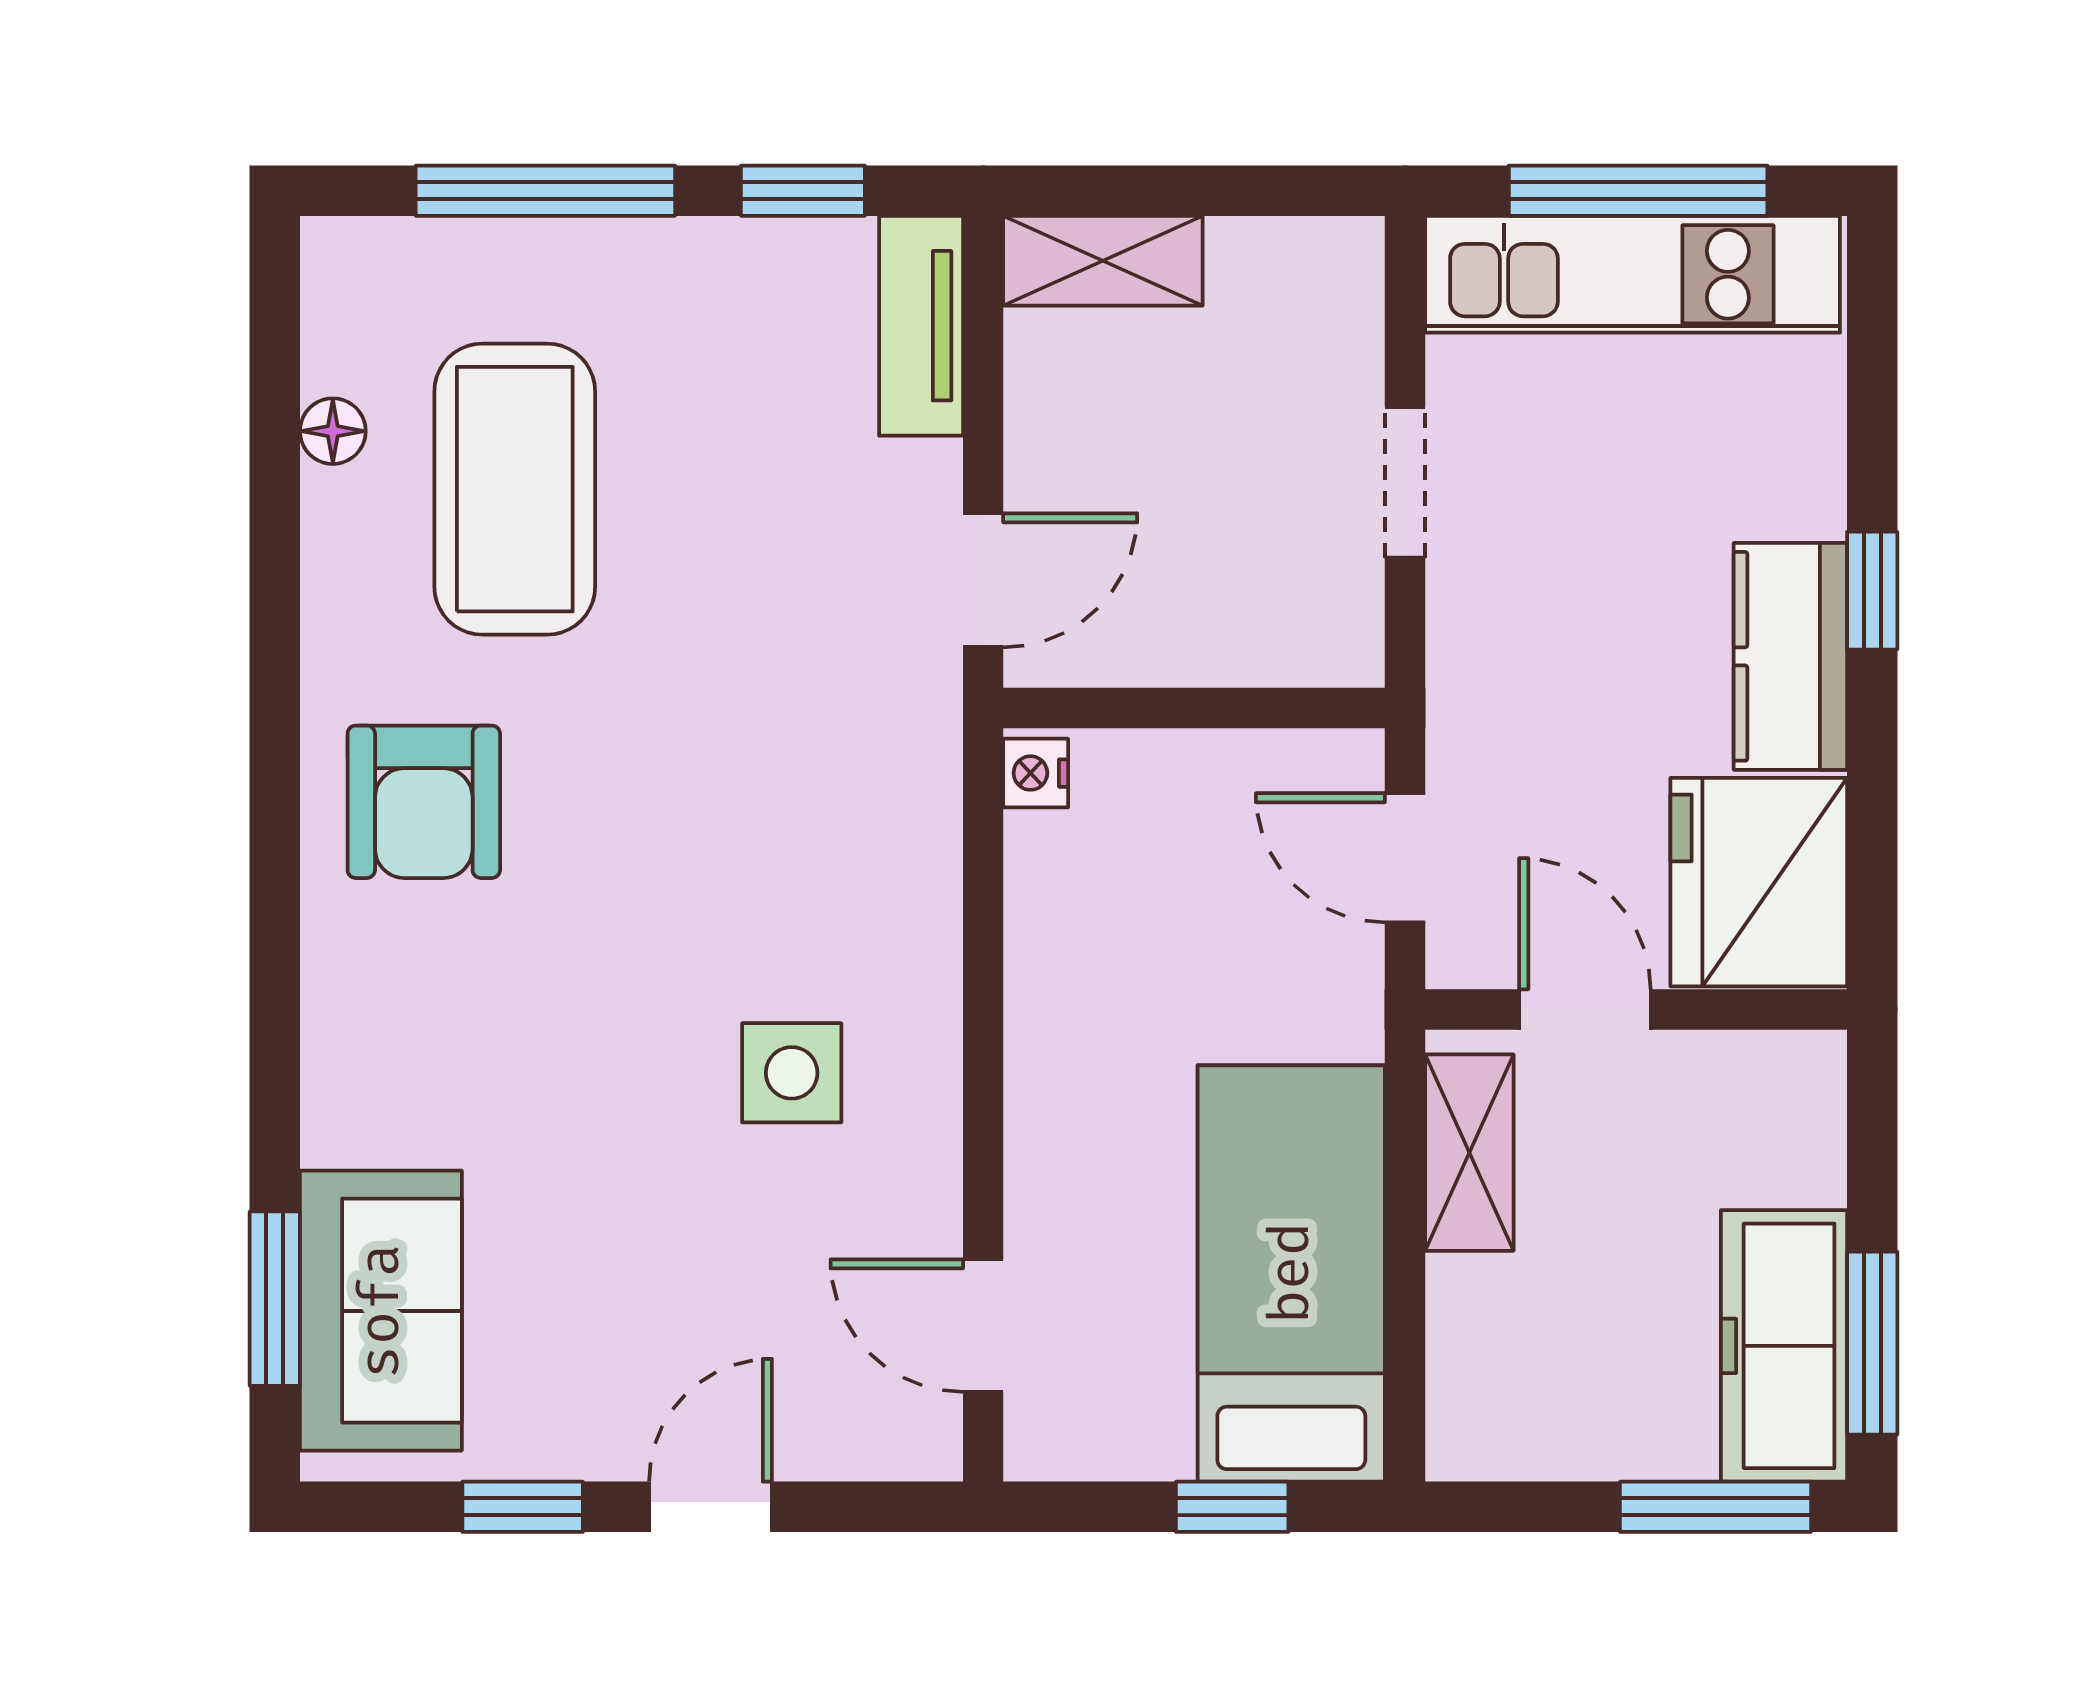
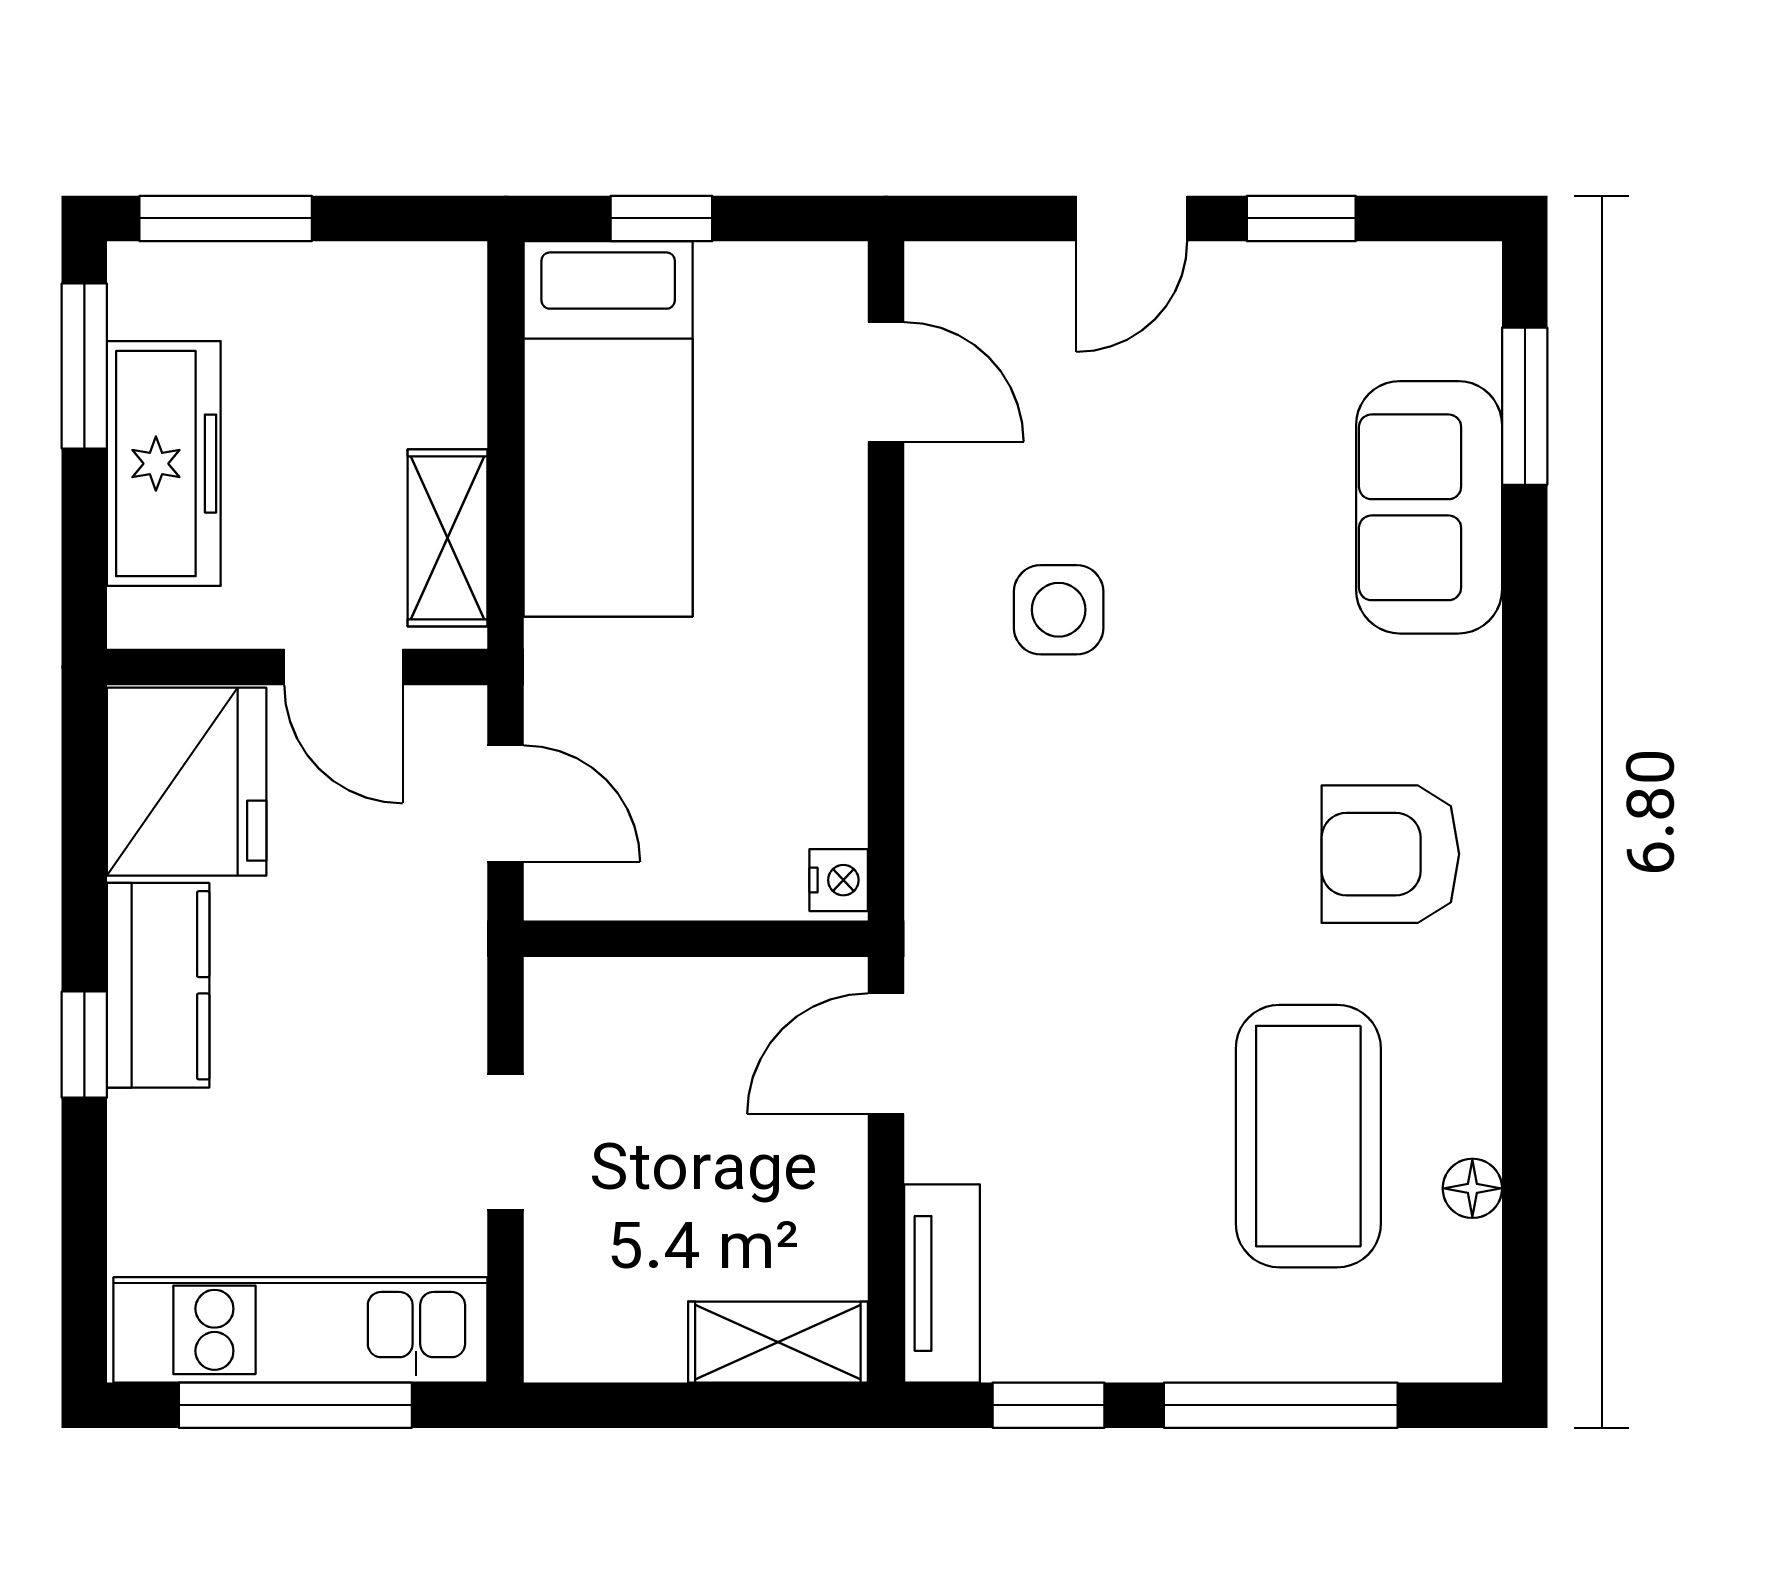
armchair: (424, 802) -> (1390, 854), turned -90
sofa: (381, 1311) -> (1429, 507), moved
freezer: (1784, 1346) -> (164, 464), moved

